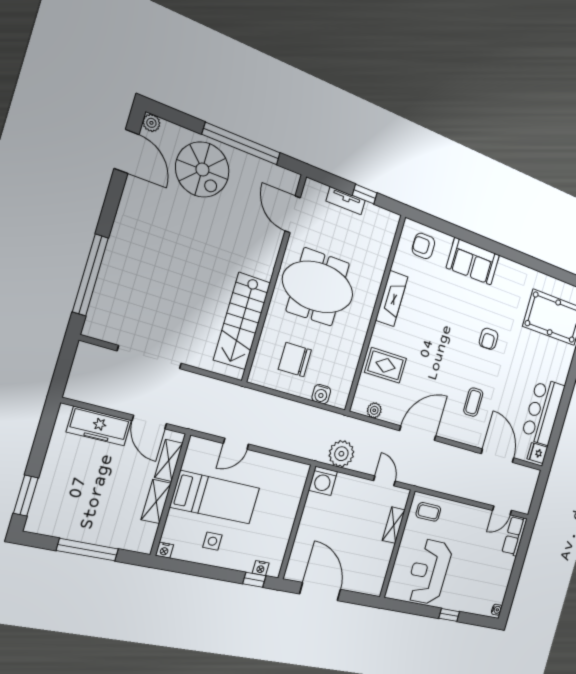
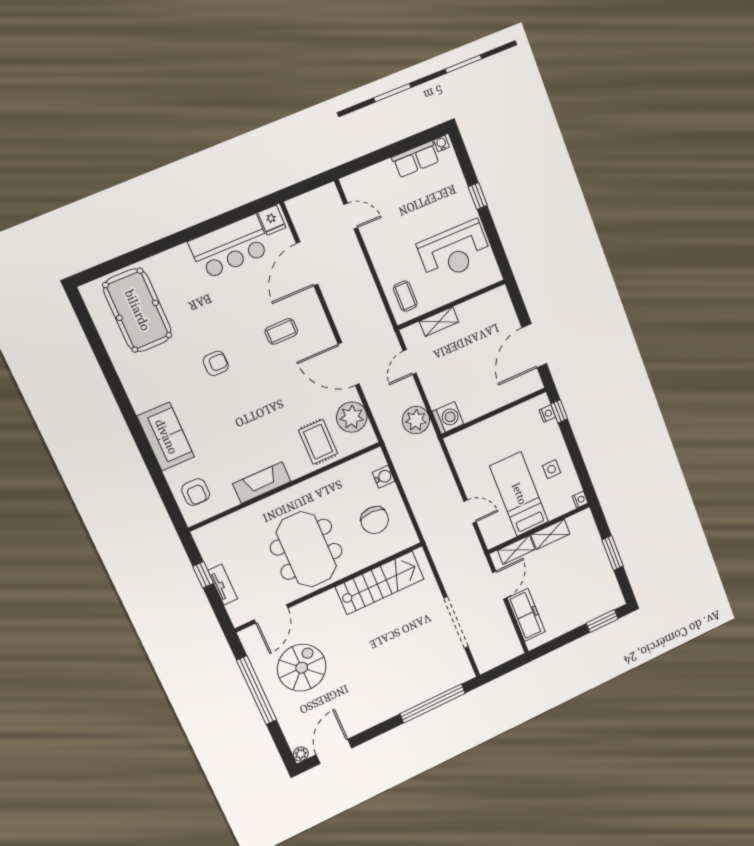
spiral stairs: (202, 170) -> (302, 668), moved
plant: (374, 410) -> (352, 417), width x1.88, depth x1.88
row of seats: (514, 536) -> (416, 159), moved
window: (88, 550) -> (613, 553), width x0.69

